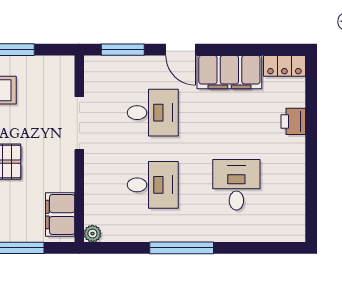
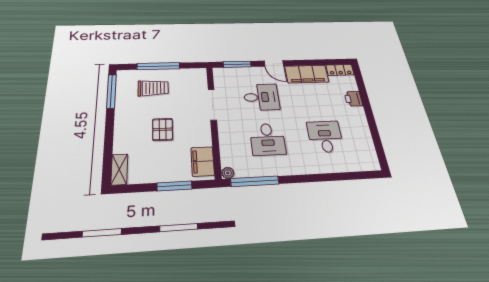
desk: (153, 185) -> (268, 139), turned 90
window: (182, 248) -> (255, 181), moved

